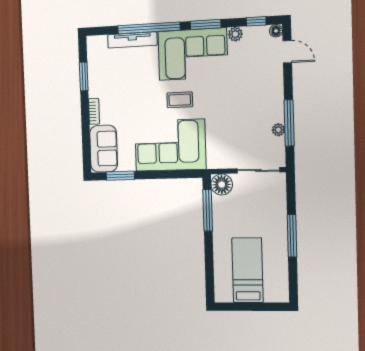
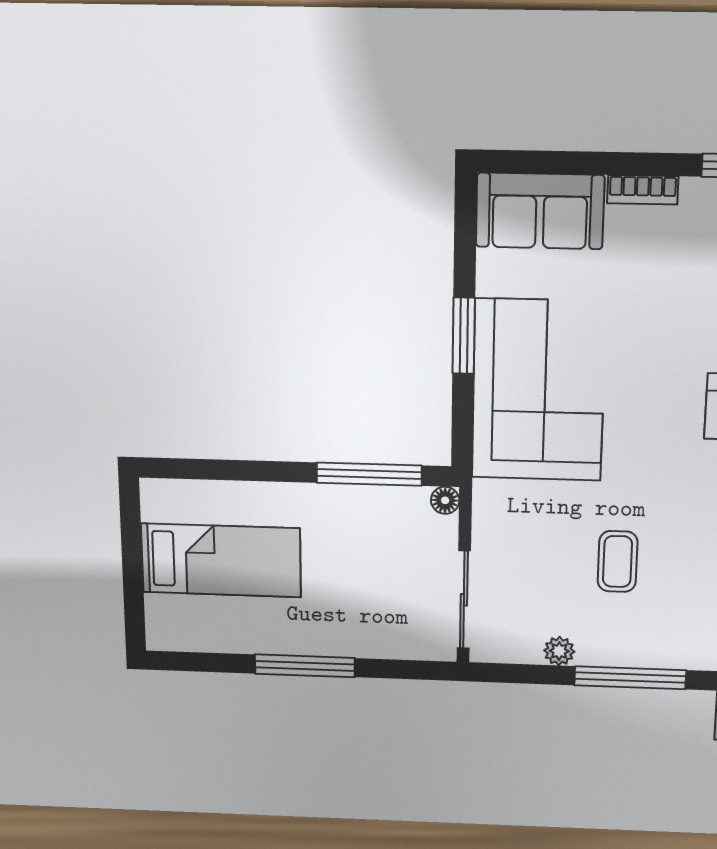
coffee table: (180, 100) -> (618, 561), moved
window: (289, 123) -> (630, 678), moved
window: (120, 176) -> (464, 336), moved
floor lamp: (222, 185) -> (445, 500), width x0.53, depth x0.53

